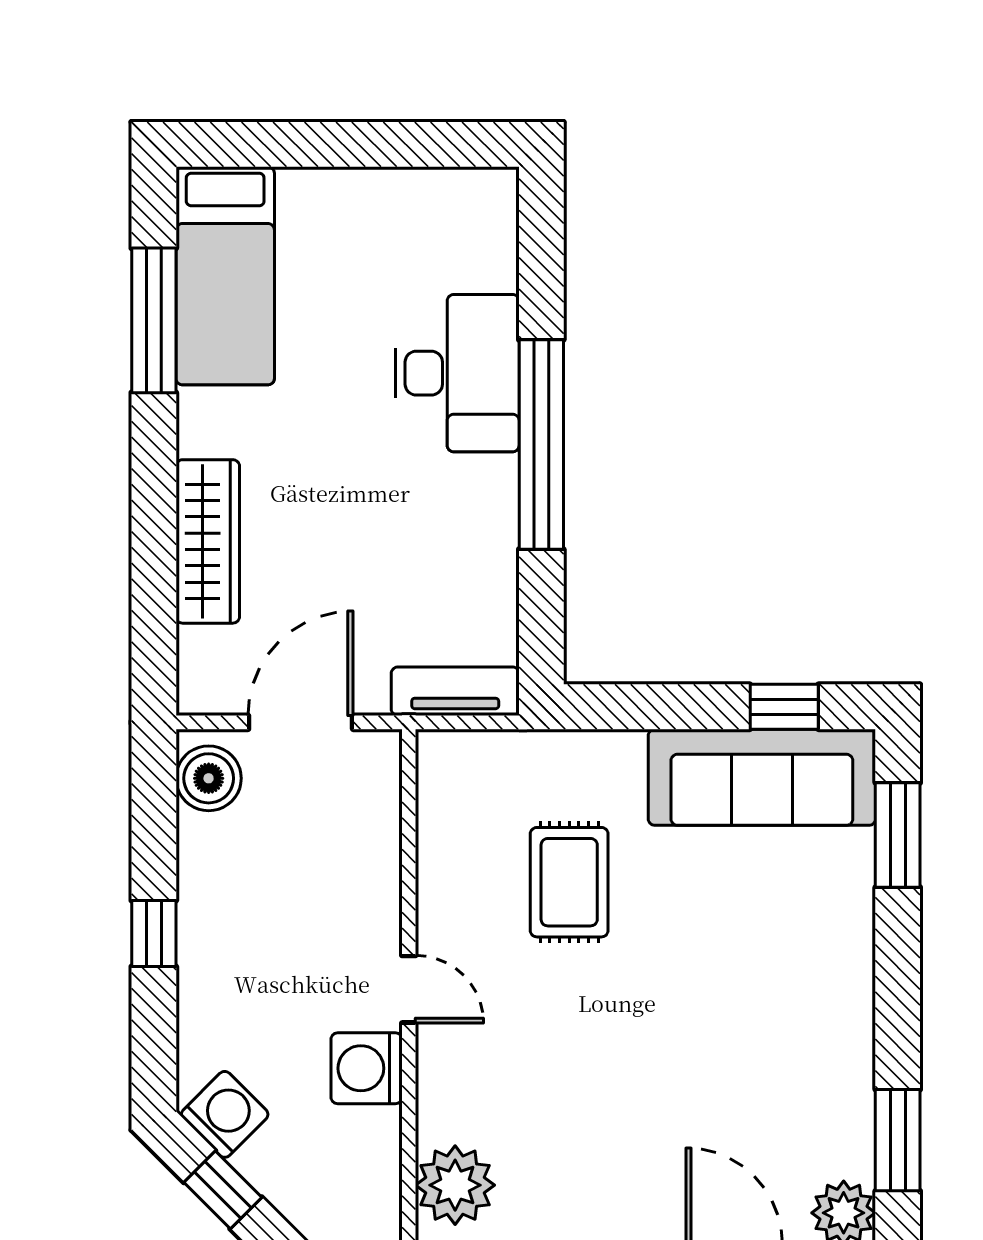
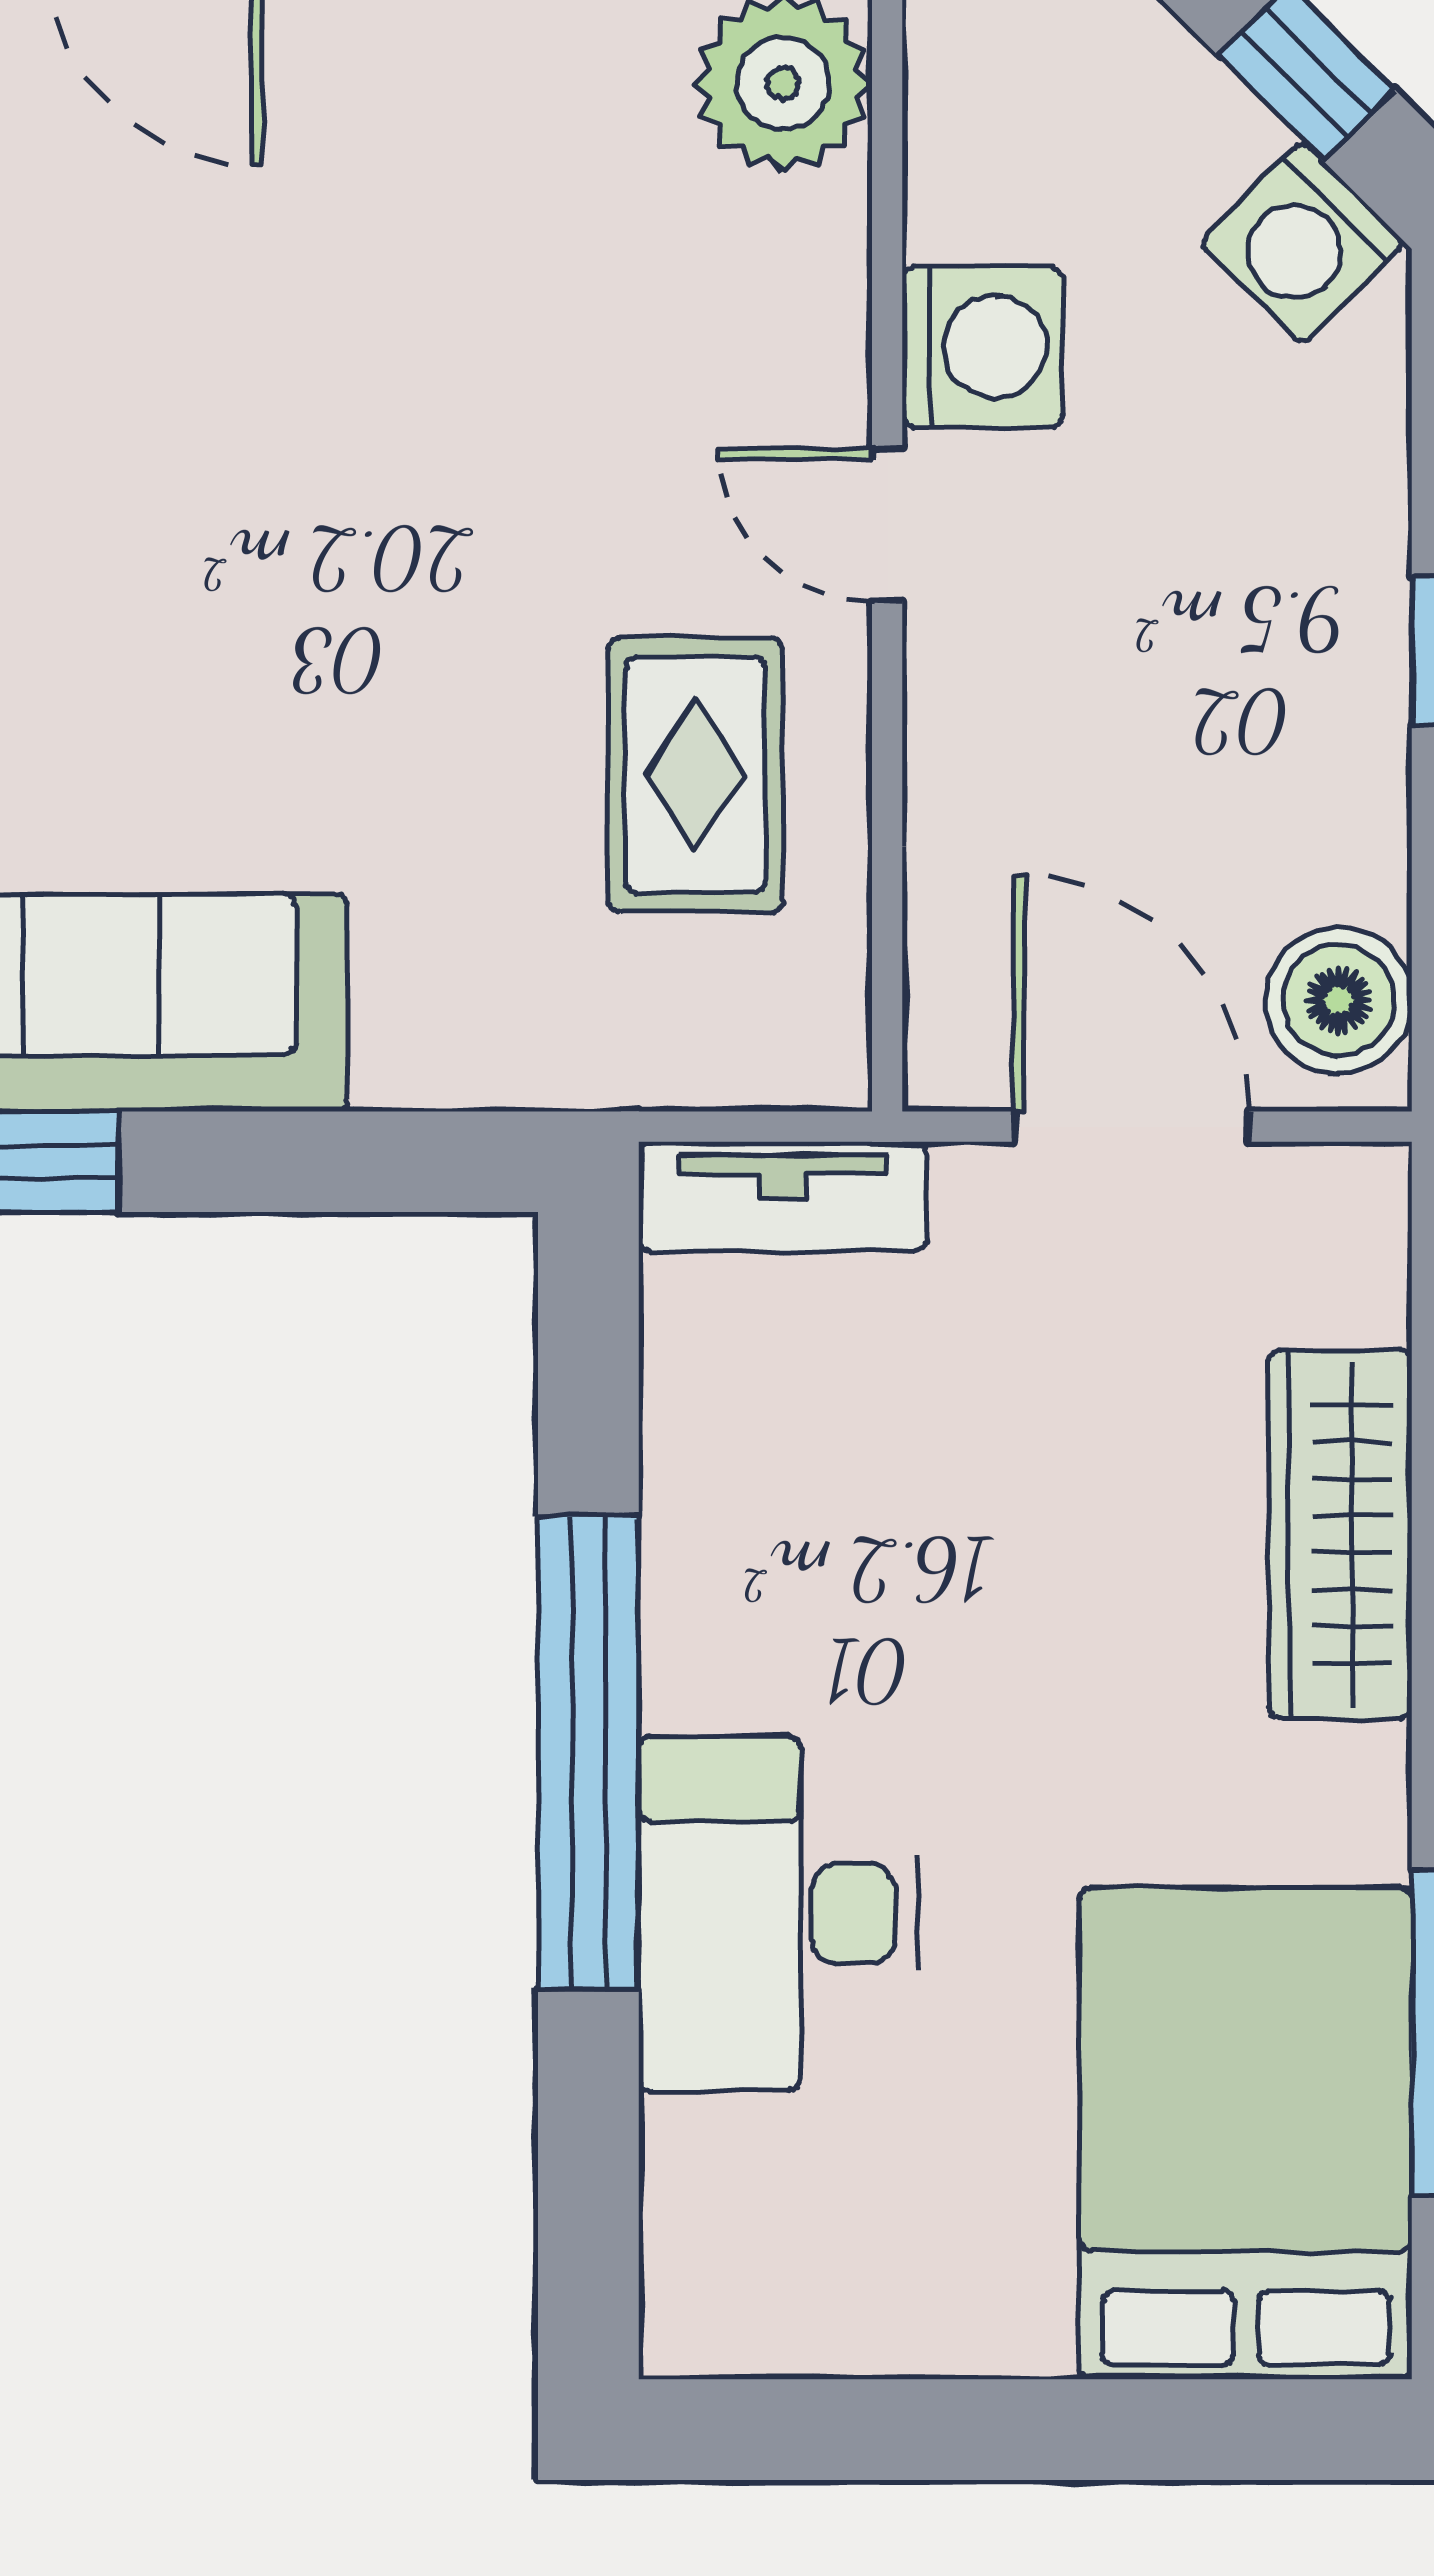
bed: (225, 276) -> (1246, 2133), width x1.50
door: (301, 722) -> (1131, 1127), swing flipped
rug: (569, 882) -> (696, 775), moved

